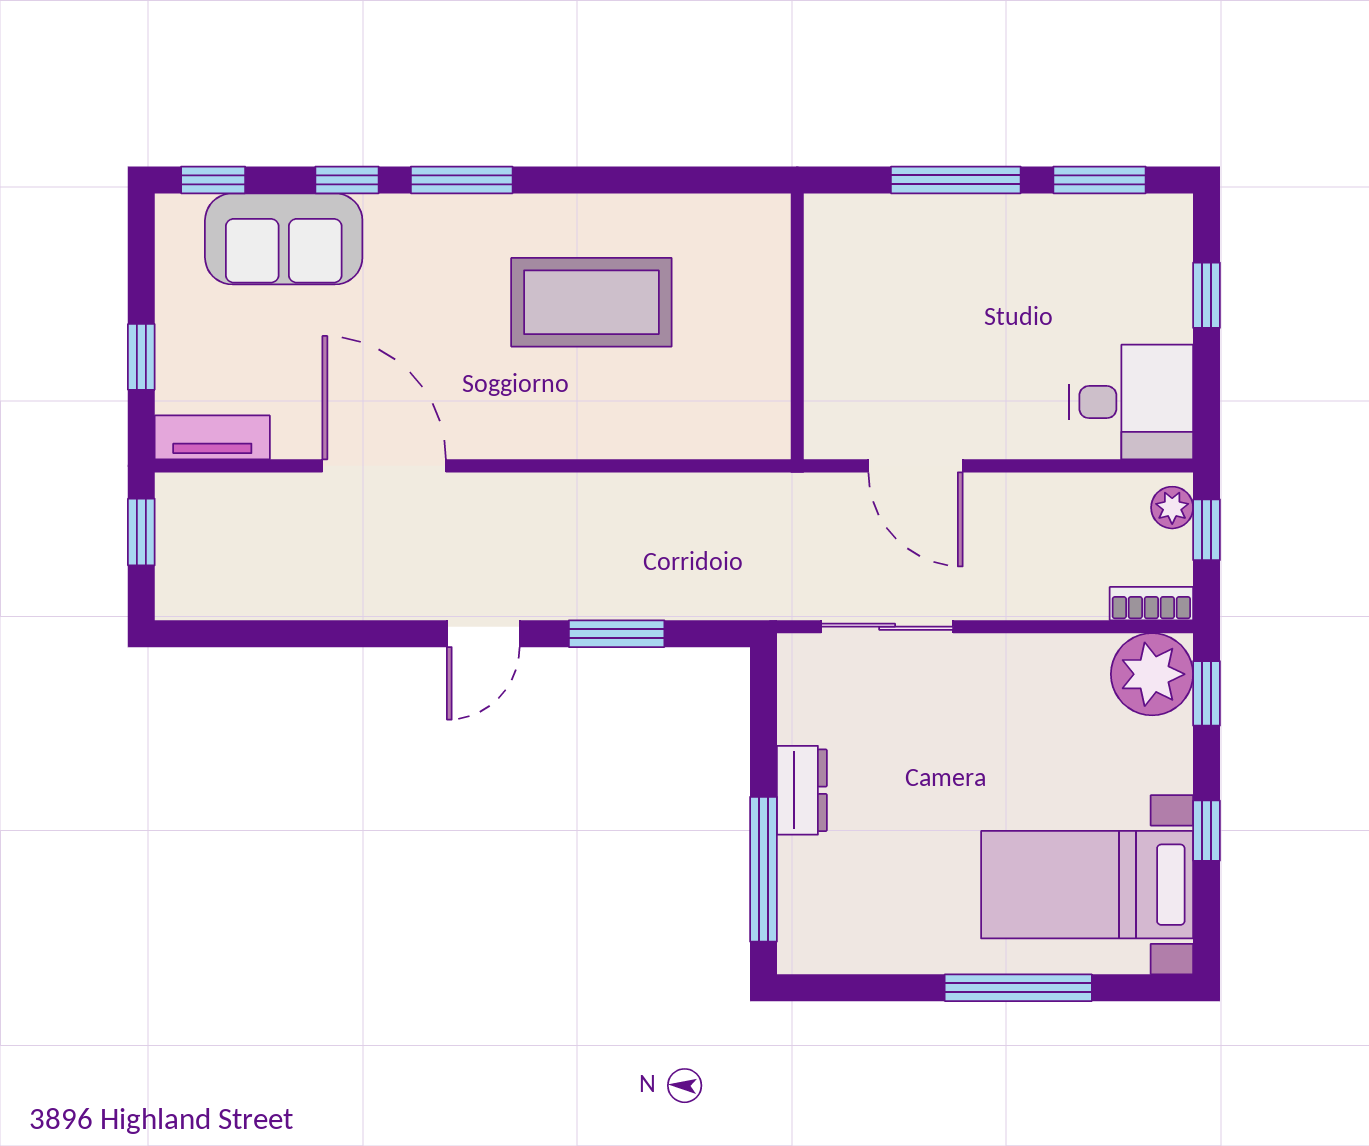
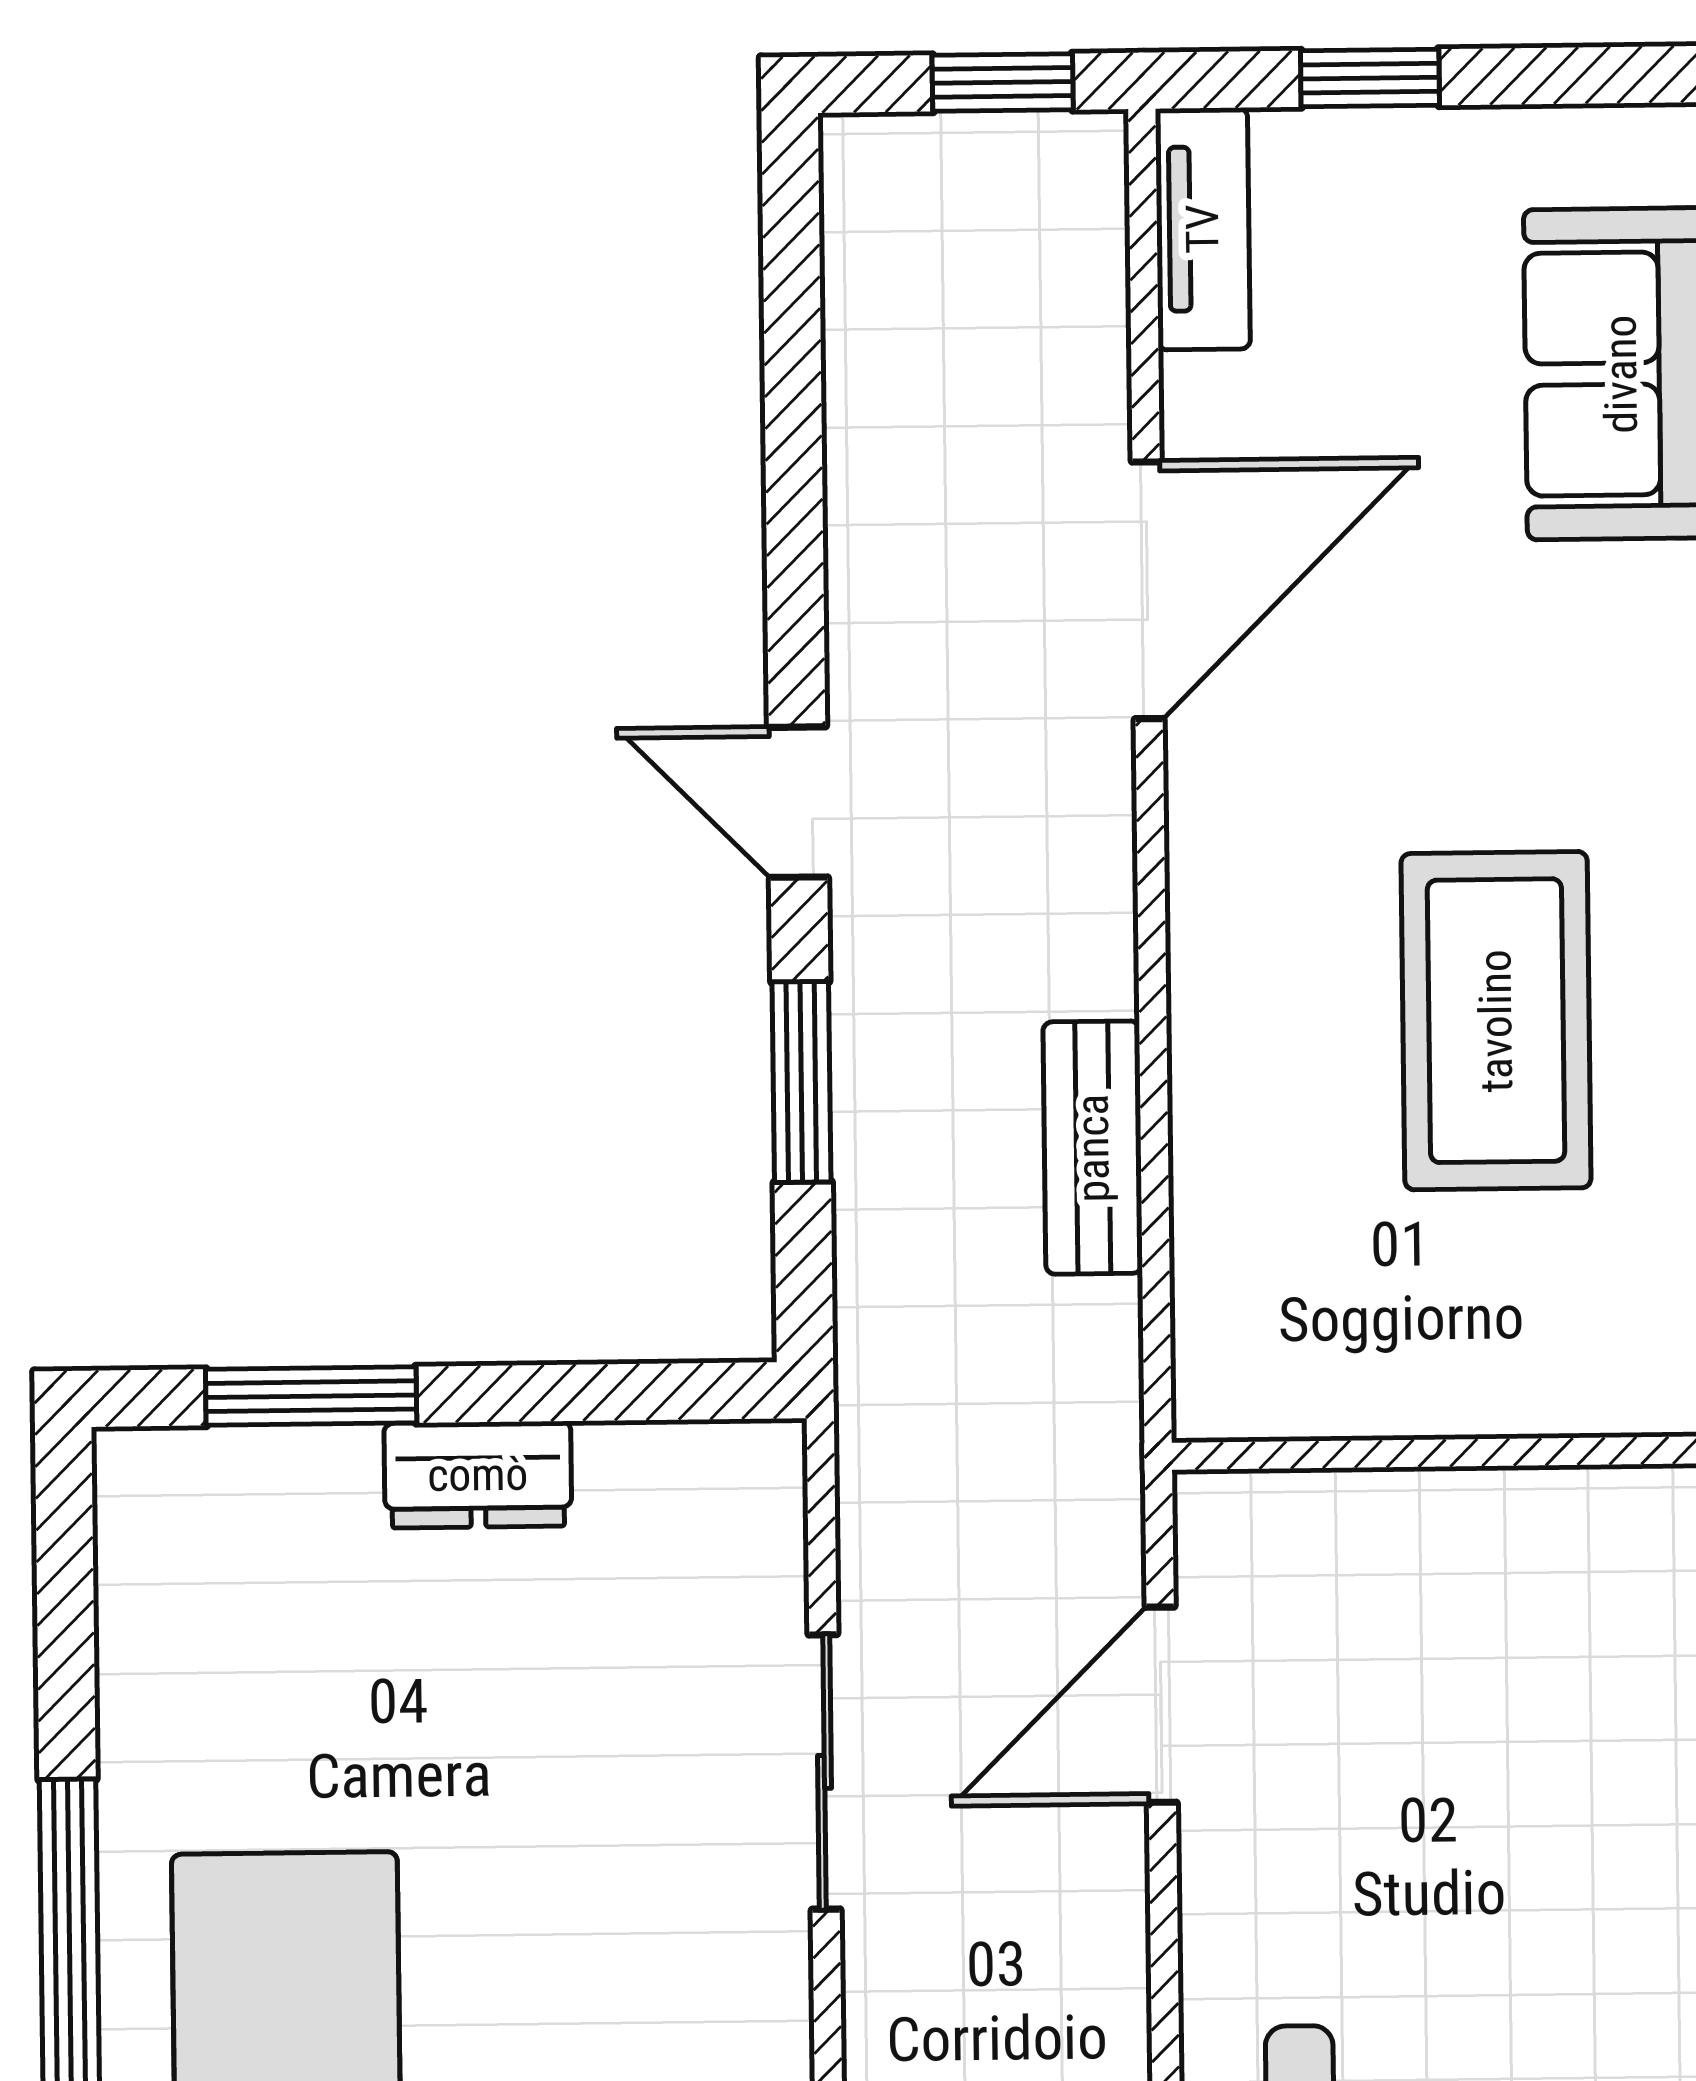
bench: (650, 495) -> (1093, 1148), added
sliding door: (887, 627) -> (825, 1772), moved
window: (763, 869) -> (311, 1396), width x0.69

